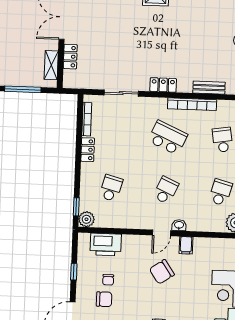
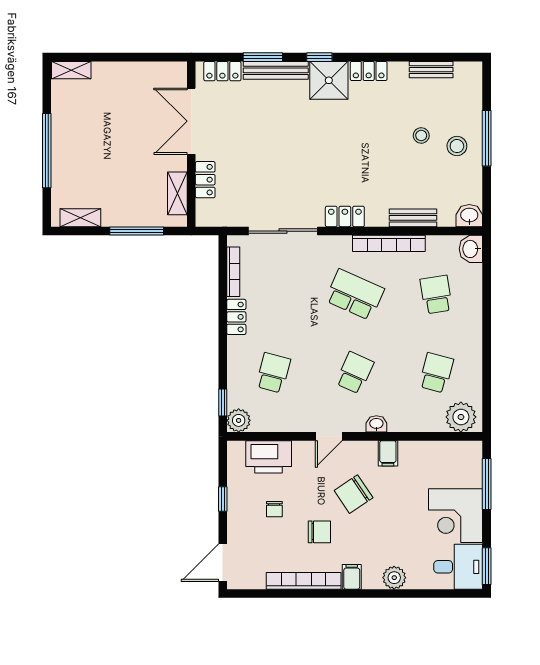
stool: (217, 32) -> (421, 135), added
sliding door: (121, 93) -> (283, 231), width x1.37
door: (162, 233) -> (329, 436), moved
chair: (104, 299) -> (319, 532), moved

